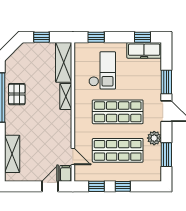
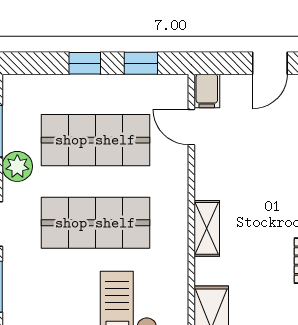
shelving: (66, 96) -> (207, 228), moved
door: (50, 186) -> (270, 63), moved

